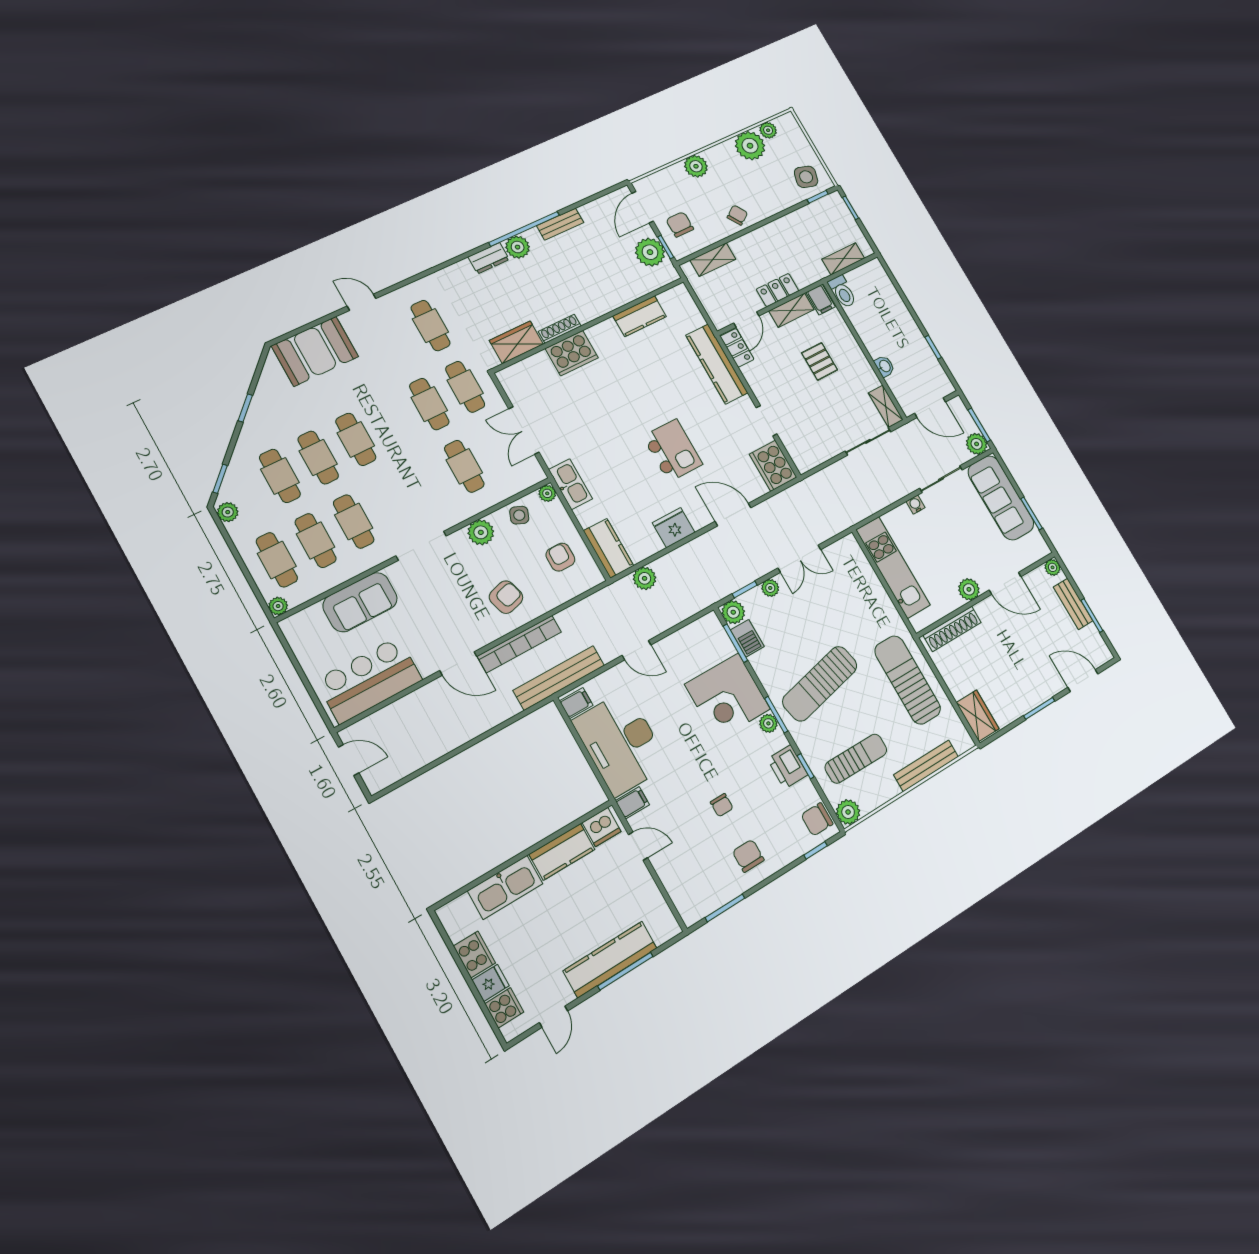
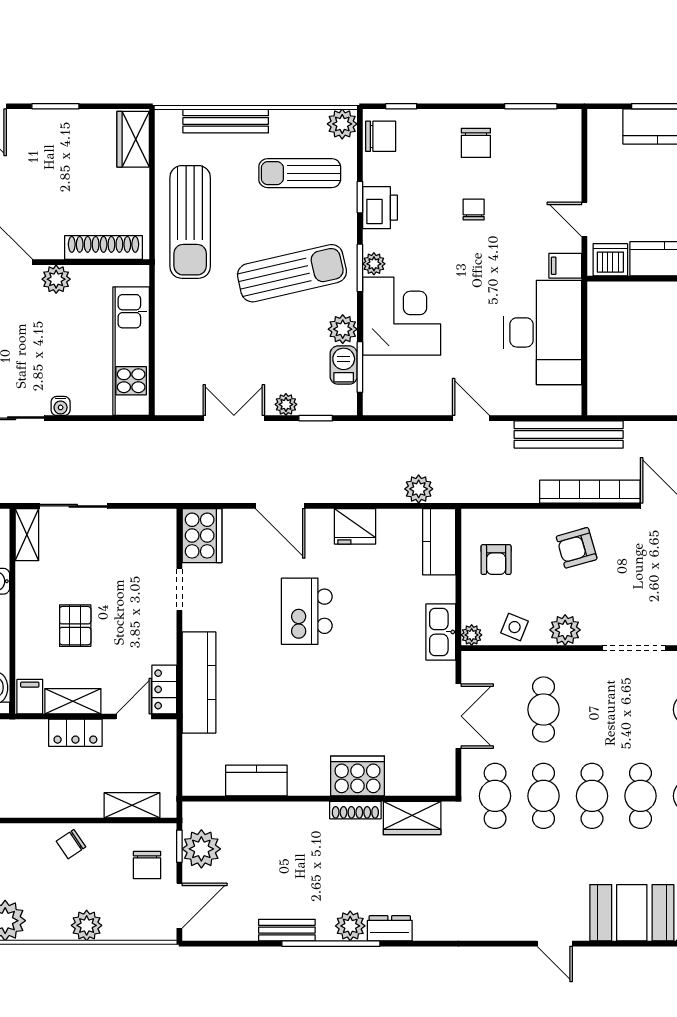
cafe table: (431, 326) -> (592, 796), moved
plant: (733, 612) -> (343, 329), moved
filing cabinet: (576, 703) -> (566, 399), removed

